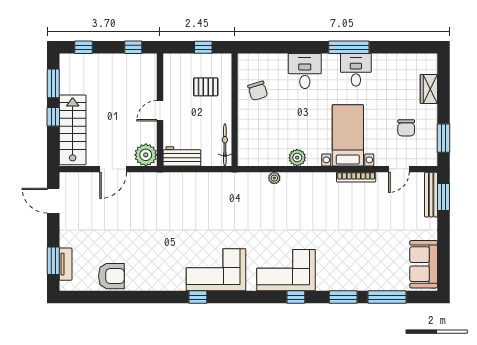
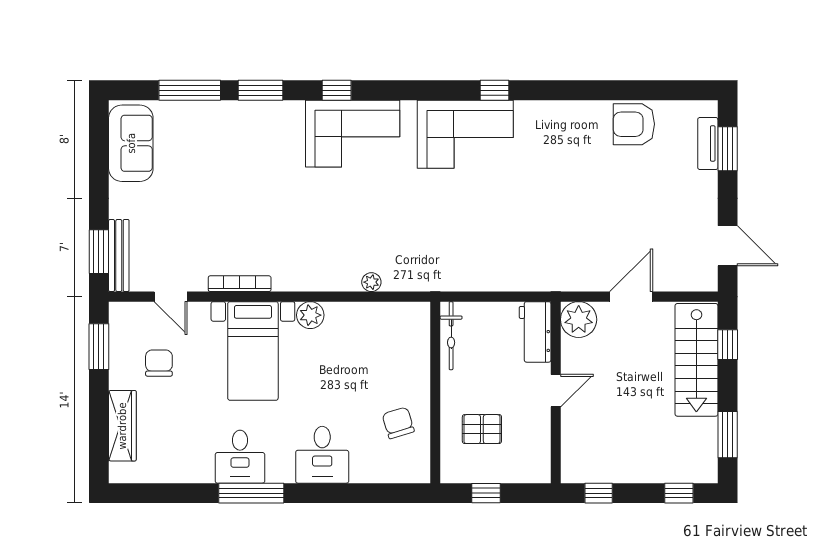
wardrobe: (429, 89) -> (122, 426), width x1.50
window: (53, 117) -> (728, 345), moved
workbench: (182, 156) -> (535, 332), moved, turned 90
plant: (297, 158) -> (310, 315), moved
door: (399, 169) -> (171, 297), swing flipped

